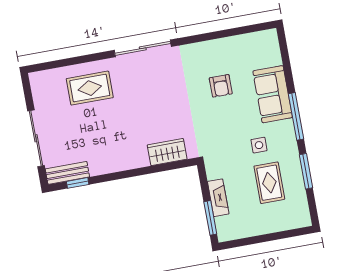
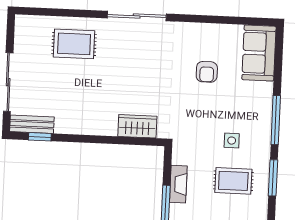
sofa: (273, 94) -> (259, 53), moved
rug: (269, 183) -> (233, 181), turned 90

